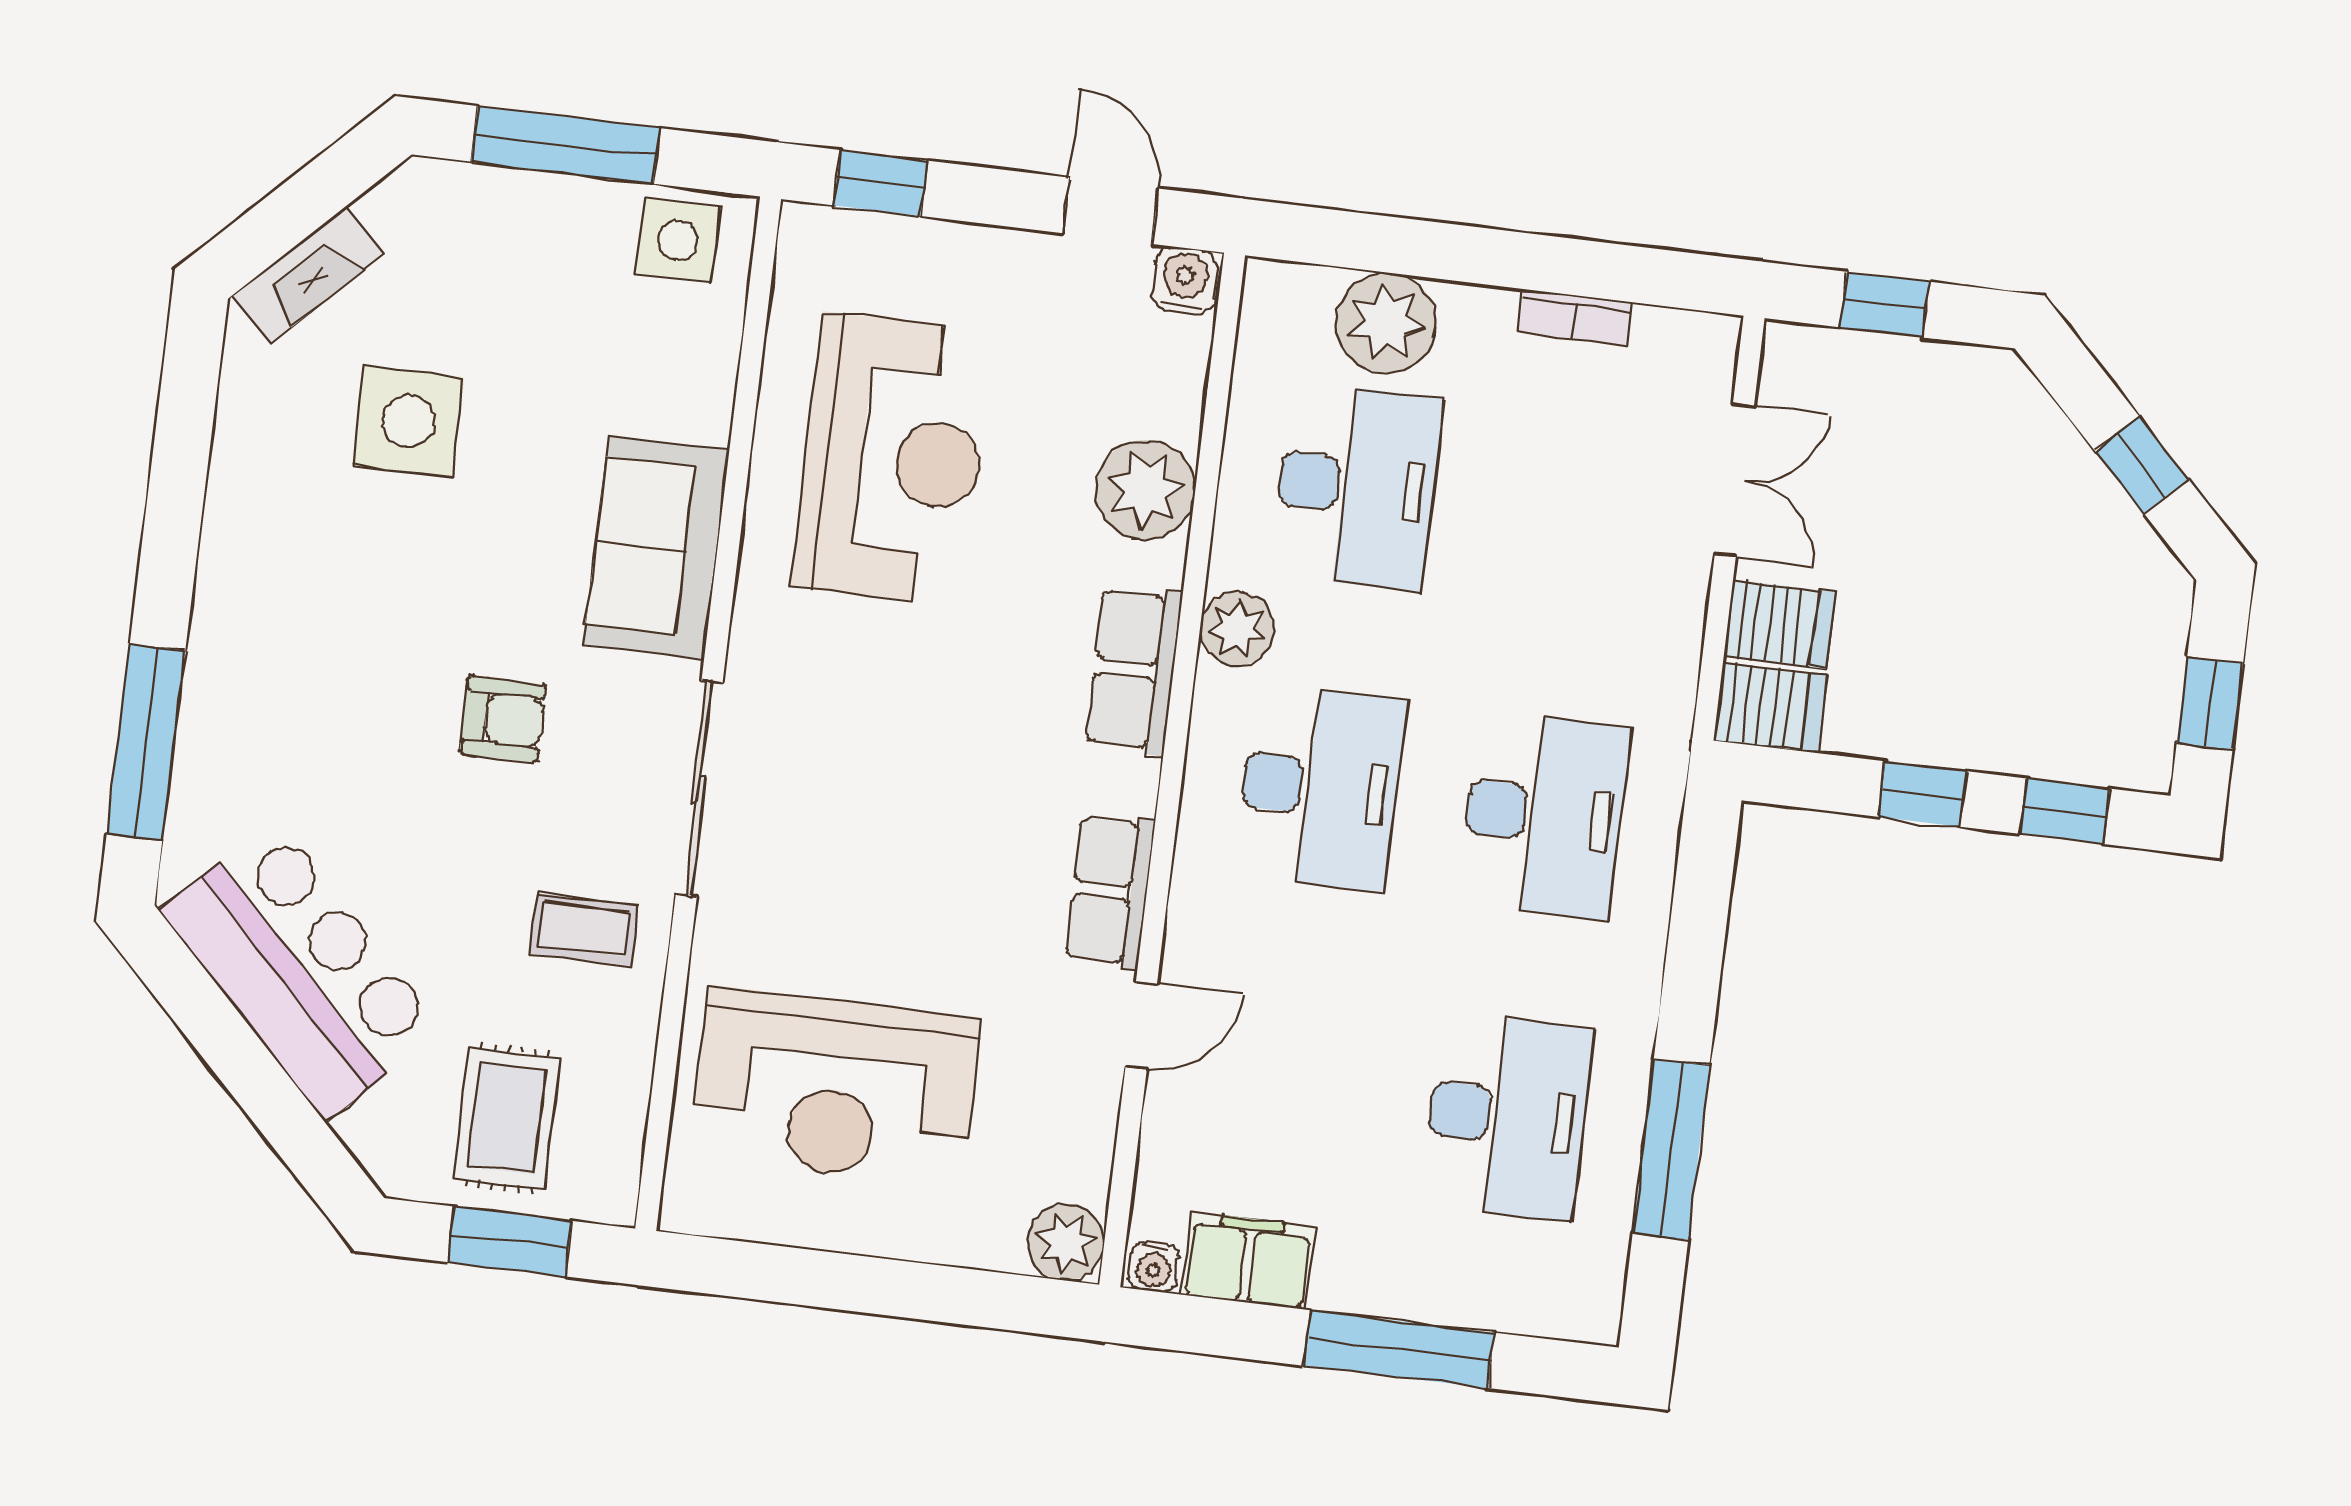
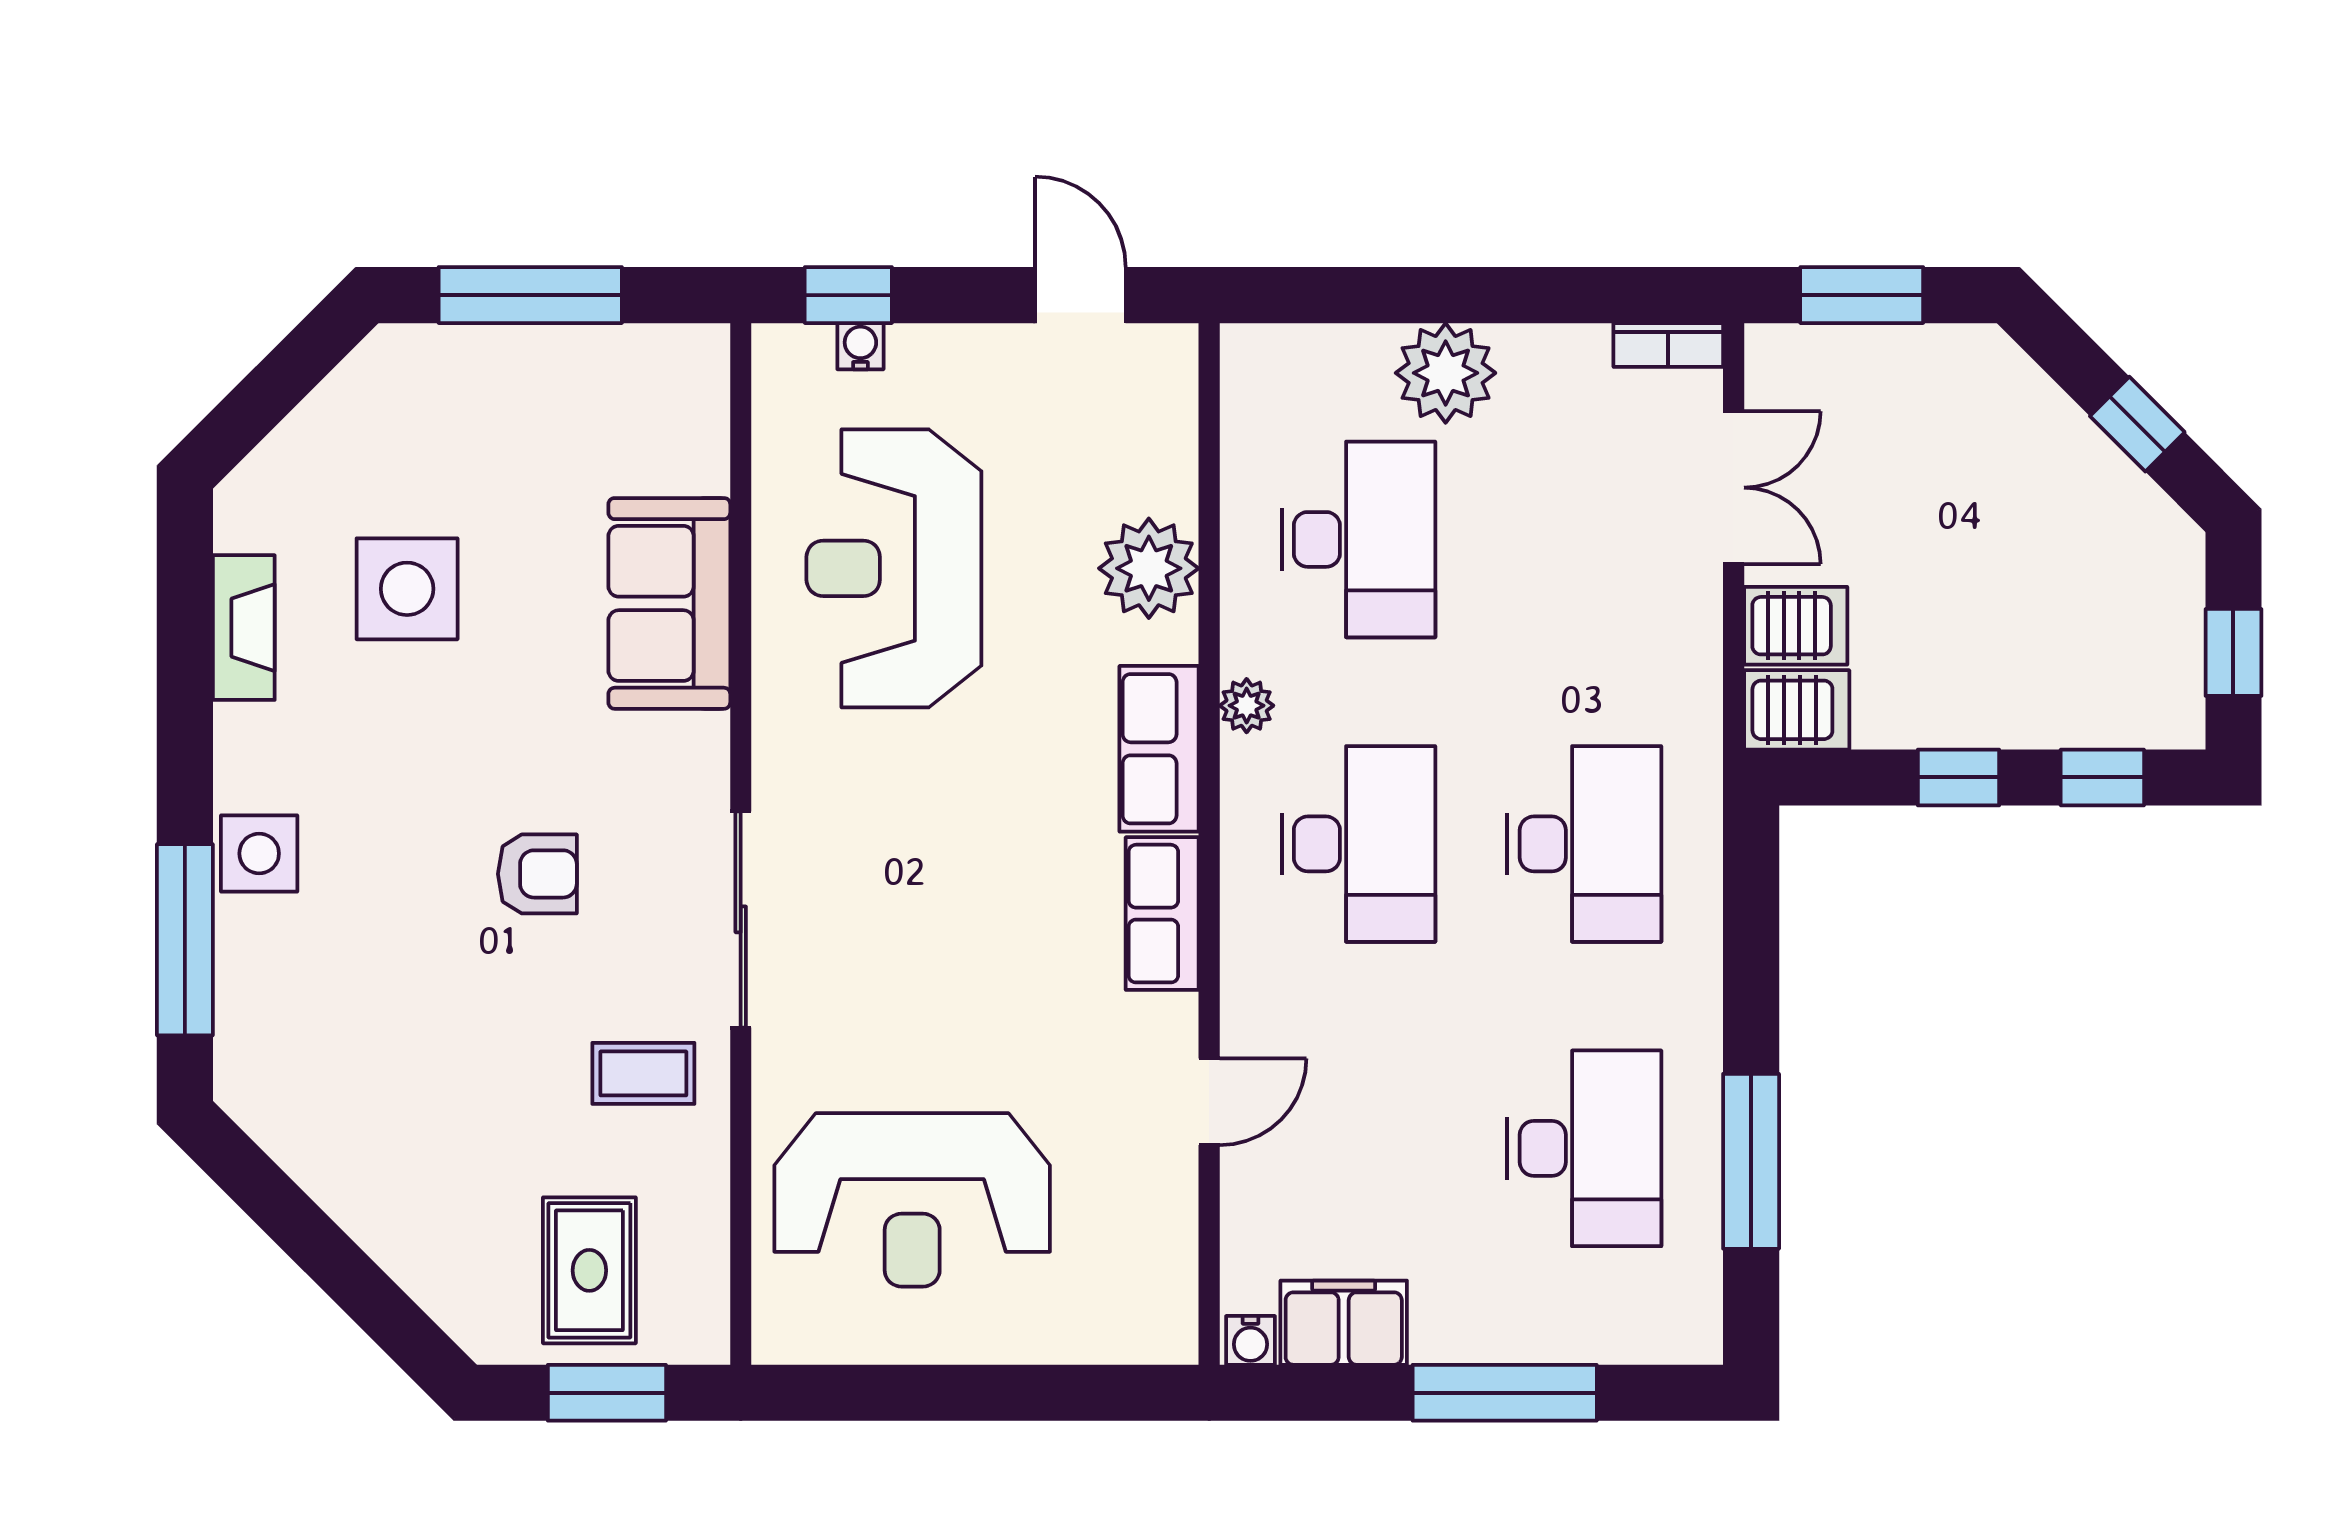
side table: (678, 240) -> (259, 853), moved
fireplace: (308, 275) -> (244, 628), moved, turned -45
water cooler: (1185, 280) -> (860, 346), moved, width x0.72, depth x0.72
window: (1884, 305) -> (1862, 295), width x1.50
bookcase: (1576, 317) -> (1668, 345), moved
plant: (1386, 323) -> (1446, 373), moved
reception desk: (893, 459) -> (894, 568), turned 180
sofa: (657, 547) -> (669, 603), moved
plant: (1237, 629) -> (1247, 706), width x0.73, depth x0.73
row of seats: (1110, 891) -> (1162, 914), moved
bar counter: (301, 970) -> (366, 1148), removed
plant: (1066, 1242) -> (1160, 1326), removed

